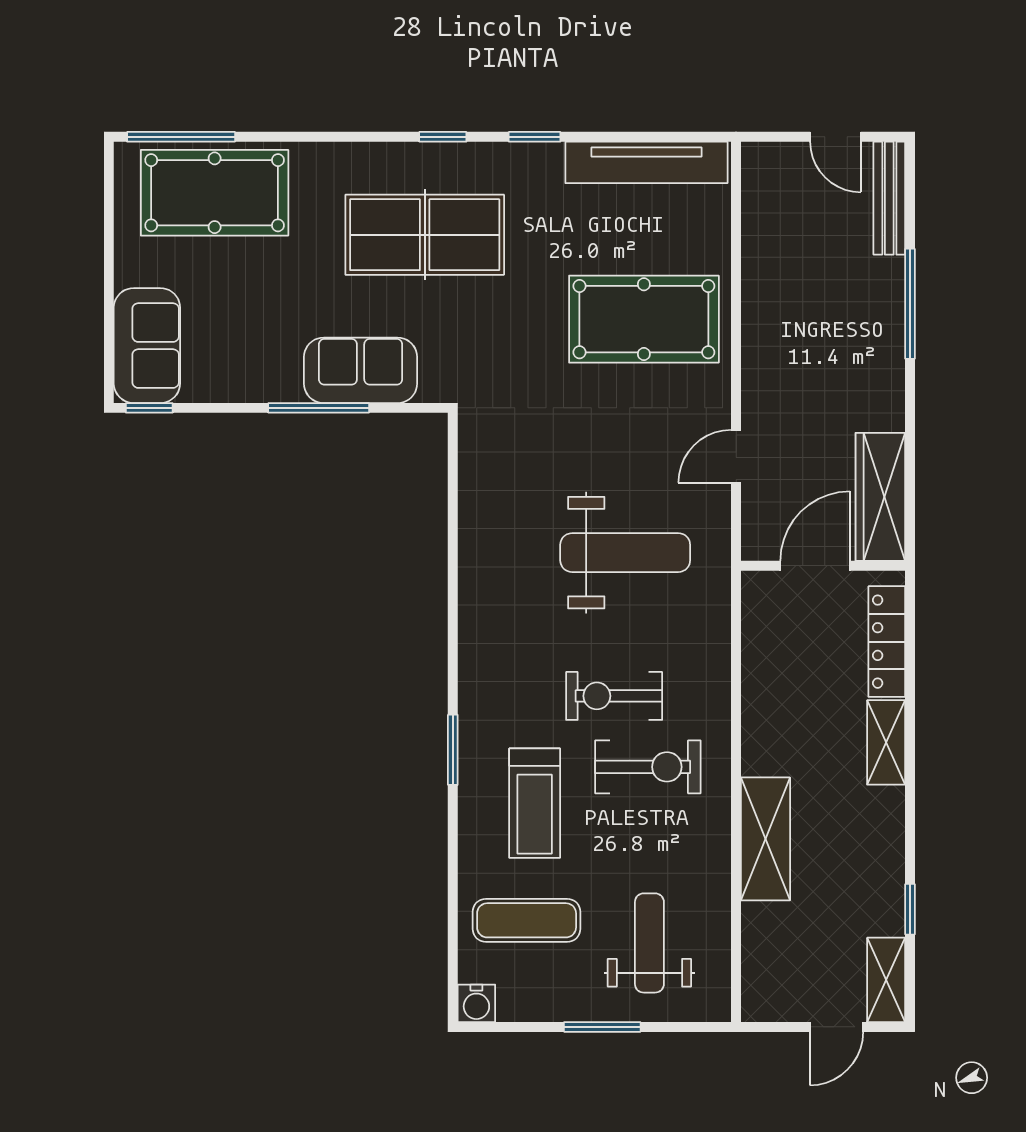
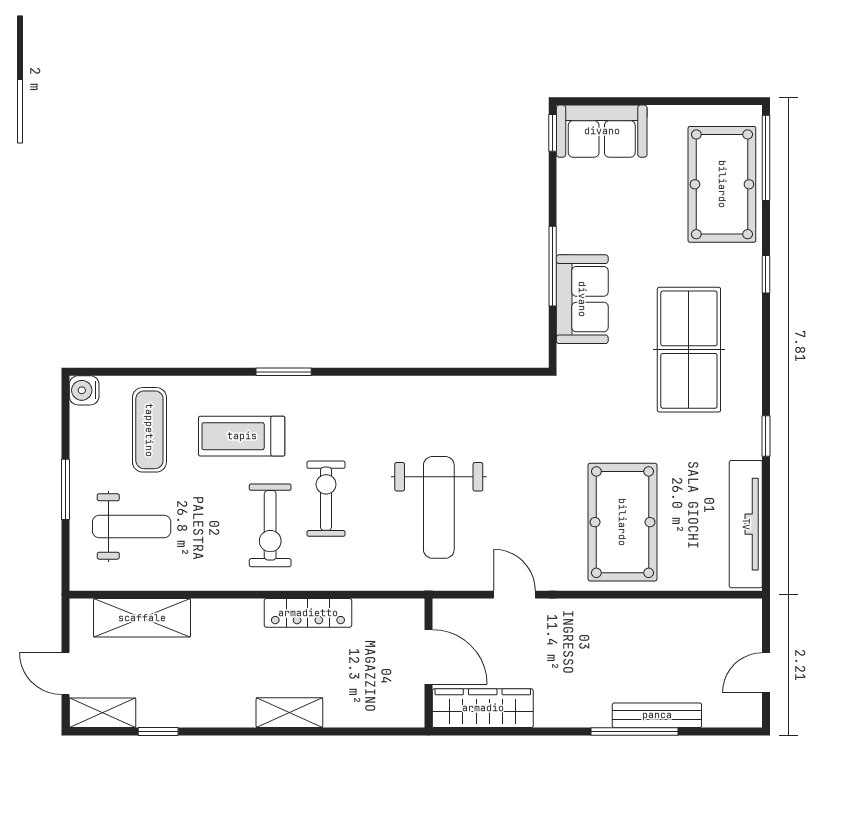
window: (443, 137) -> (766, 274), moved
bench: (889, 198) -> (657, 715), moved
locker: (887, 642) -> (308, 613), moved, turned 180
shelving: (765, 839) -> (142, 618), moved

